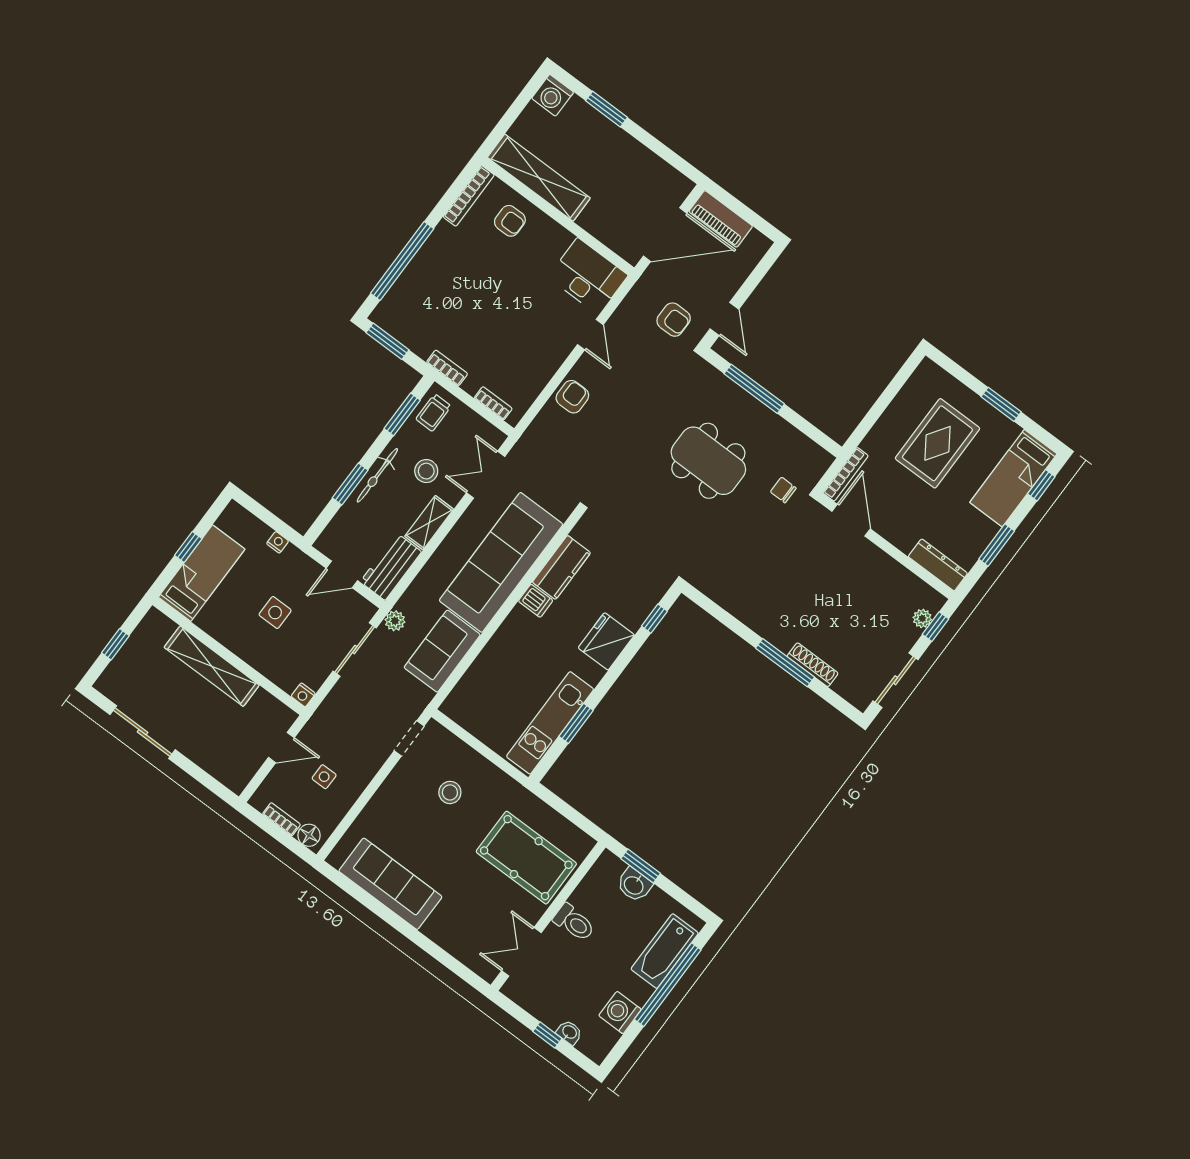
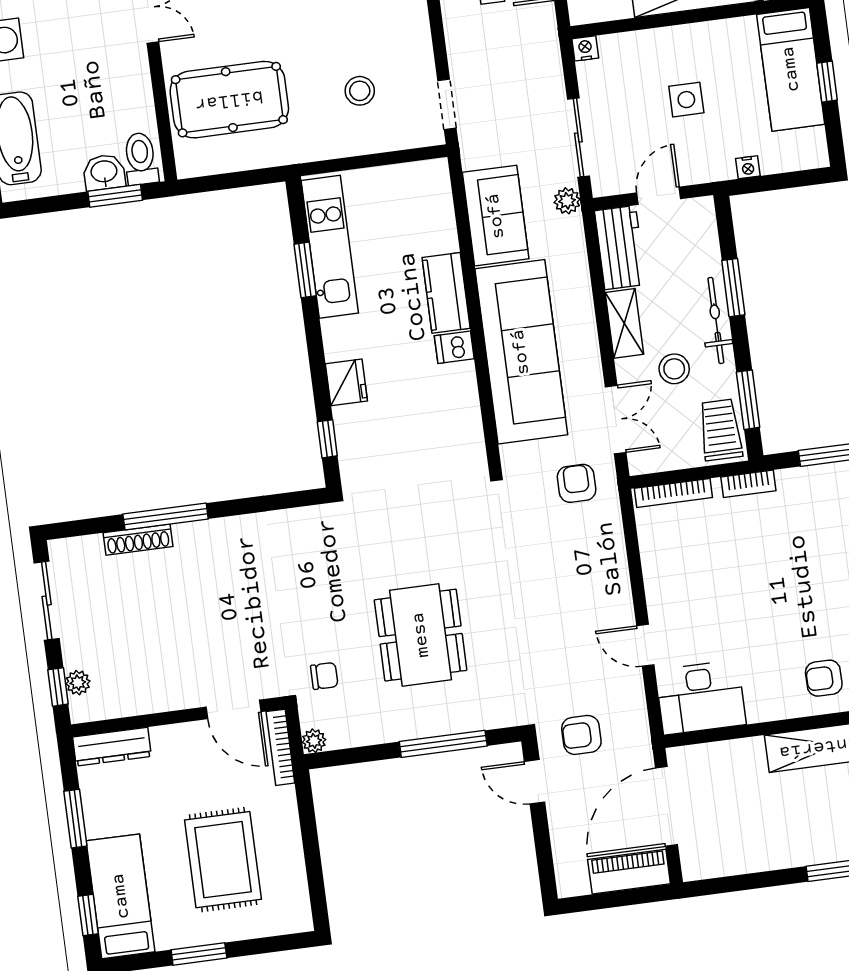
armchair: (572, 397) -> (577, 483), moved, turned 180
bookcase: (493, 403) -> (673, 493), width x1.56
trolley: (433, 413) -> (721, 430), width x1.36, depth x1.39
plant: (824, 460) -> (314, 741), added
dining table: (708, 461) -> (421, 635), turned 90
kitchen counter: (561, 567) -> (446, 293), moved
fridge: (606, 641) -> (346, 382), width x0.73, depth x0.75
toilet: (574, 923) -> (141, 159), moved, turned 90

